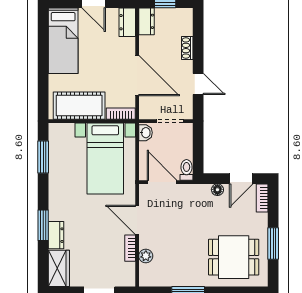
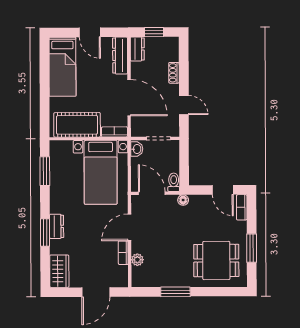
dresser: (127, 22) -> (120, 56), width x1.44
door: (241, 179) -> (223, 190), hinge flipped
floor lamp: (217, 190) -> (183, 200), moved
door: (137, 220) -> (129, 227), hinge flipped
dresser: (56, 235) -> (57, 226), moved

